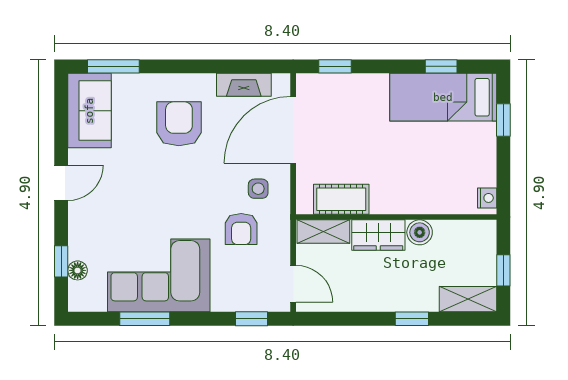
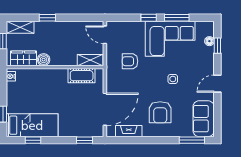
side table: (258, 189) -> (173, 79), moved
armchair: (241, 229) -> (130, 61), turned -90
wardrobe: (378, 235) -> (24, 58), moved
window: (251, 319) -> (149, 18), moved

